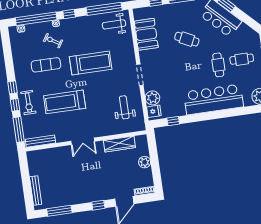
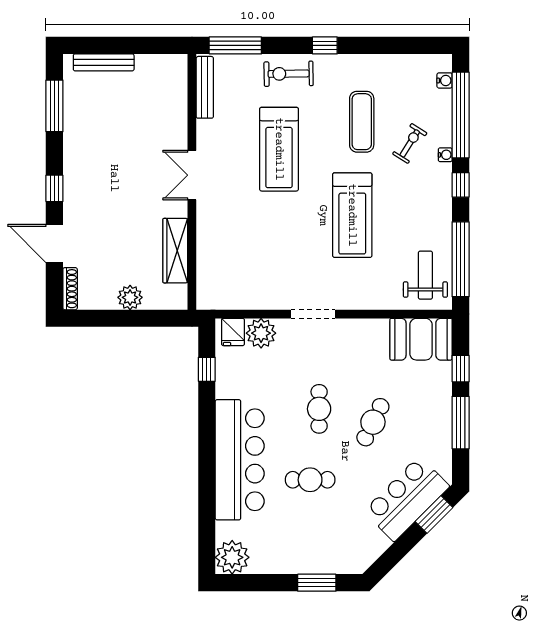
booth: (146, 34) -> (421, 339), moved
cafe table: (242, 59) -> (319, 409), moved
treadmill: (65, 102) -> (279, 149), turned 180
window: (15, 105) -> (288, 45), removed
weight bench: (124, 107) -> (250, 272), removed

